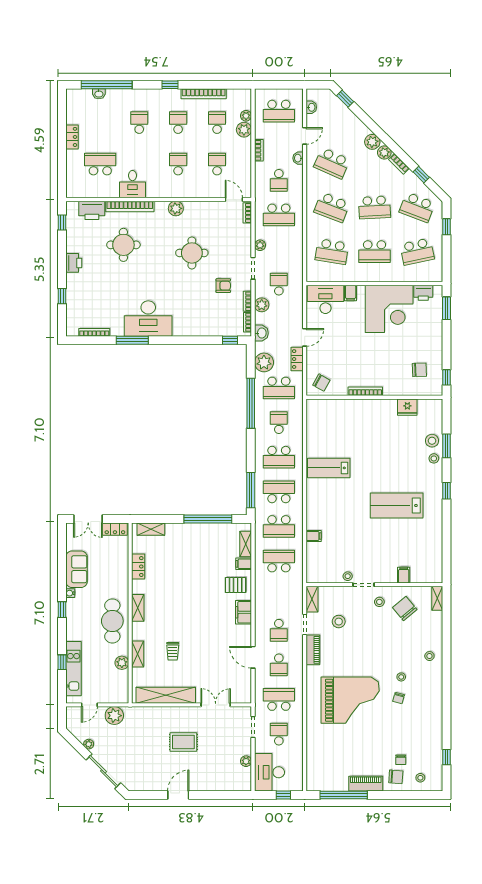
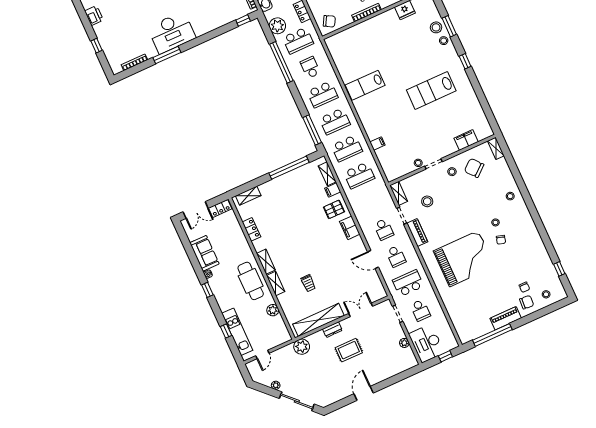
school desk: (279, 492) -> (335, 121), turned 180
school desk: (279, 561) -> (359, 175), turned 180
filing cabinet: (404, 575) -> (466, 140), width x2.00
shelving: (138, 654) -> (276, 283), moved
dresser: (176, 712) -> (332, 330), added
plant: (114, 716) -> (302, 347), moved
school desk: (279, 734) -> (420, 310), turned 180

